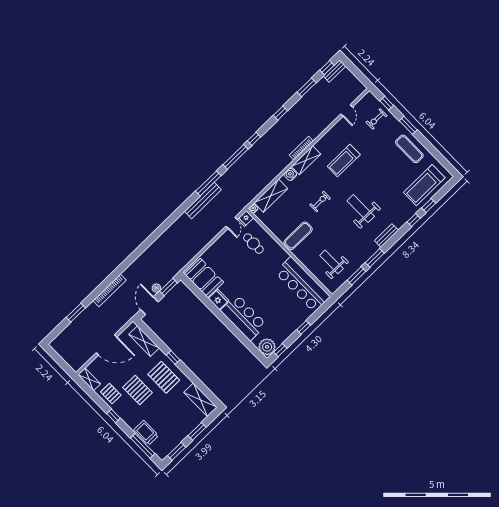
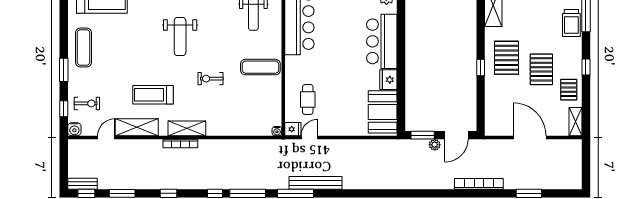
treadmill: (344, 161) -> (153, 95), turned 180
water cooler: (290, 174) -> (74, 129), moved
shelving: (271, 196) -> (137, 127), moved
shelving: (144, 341) -> (493, 108), removed

